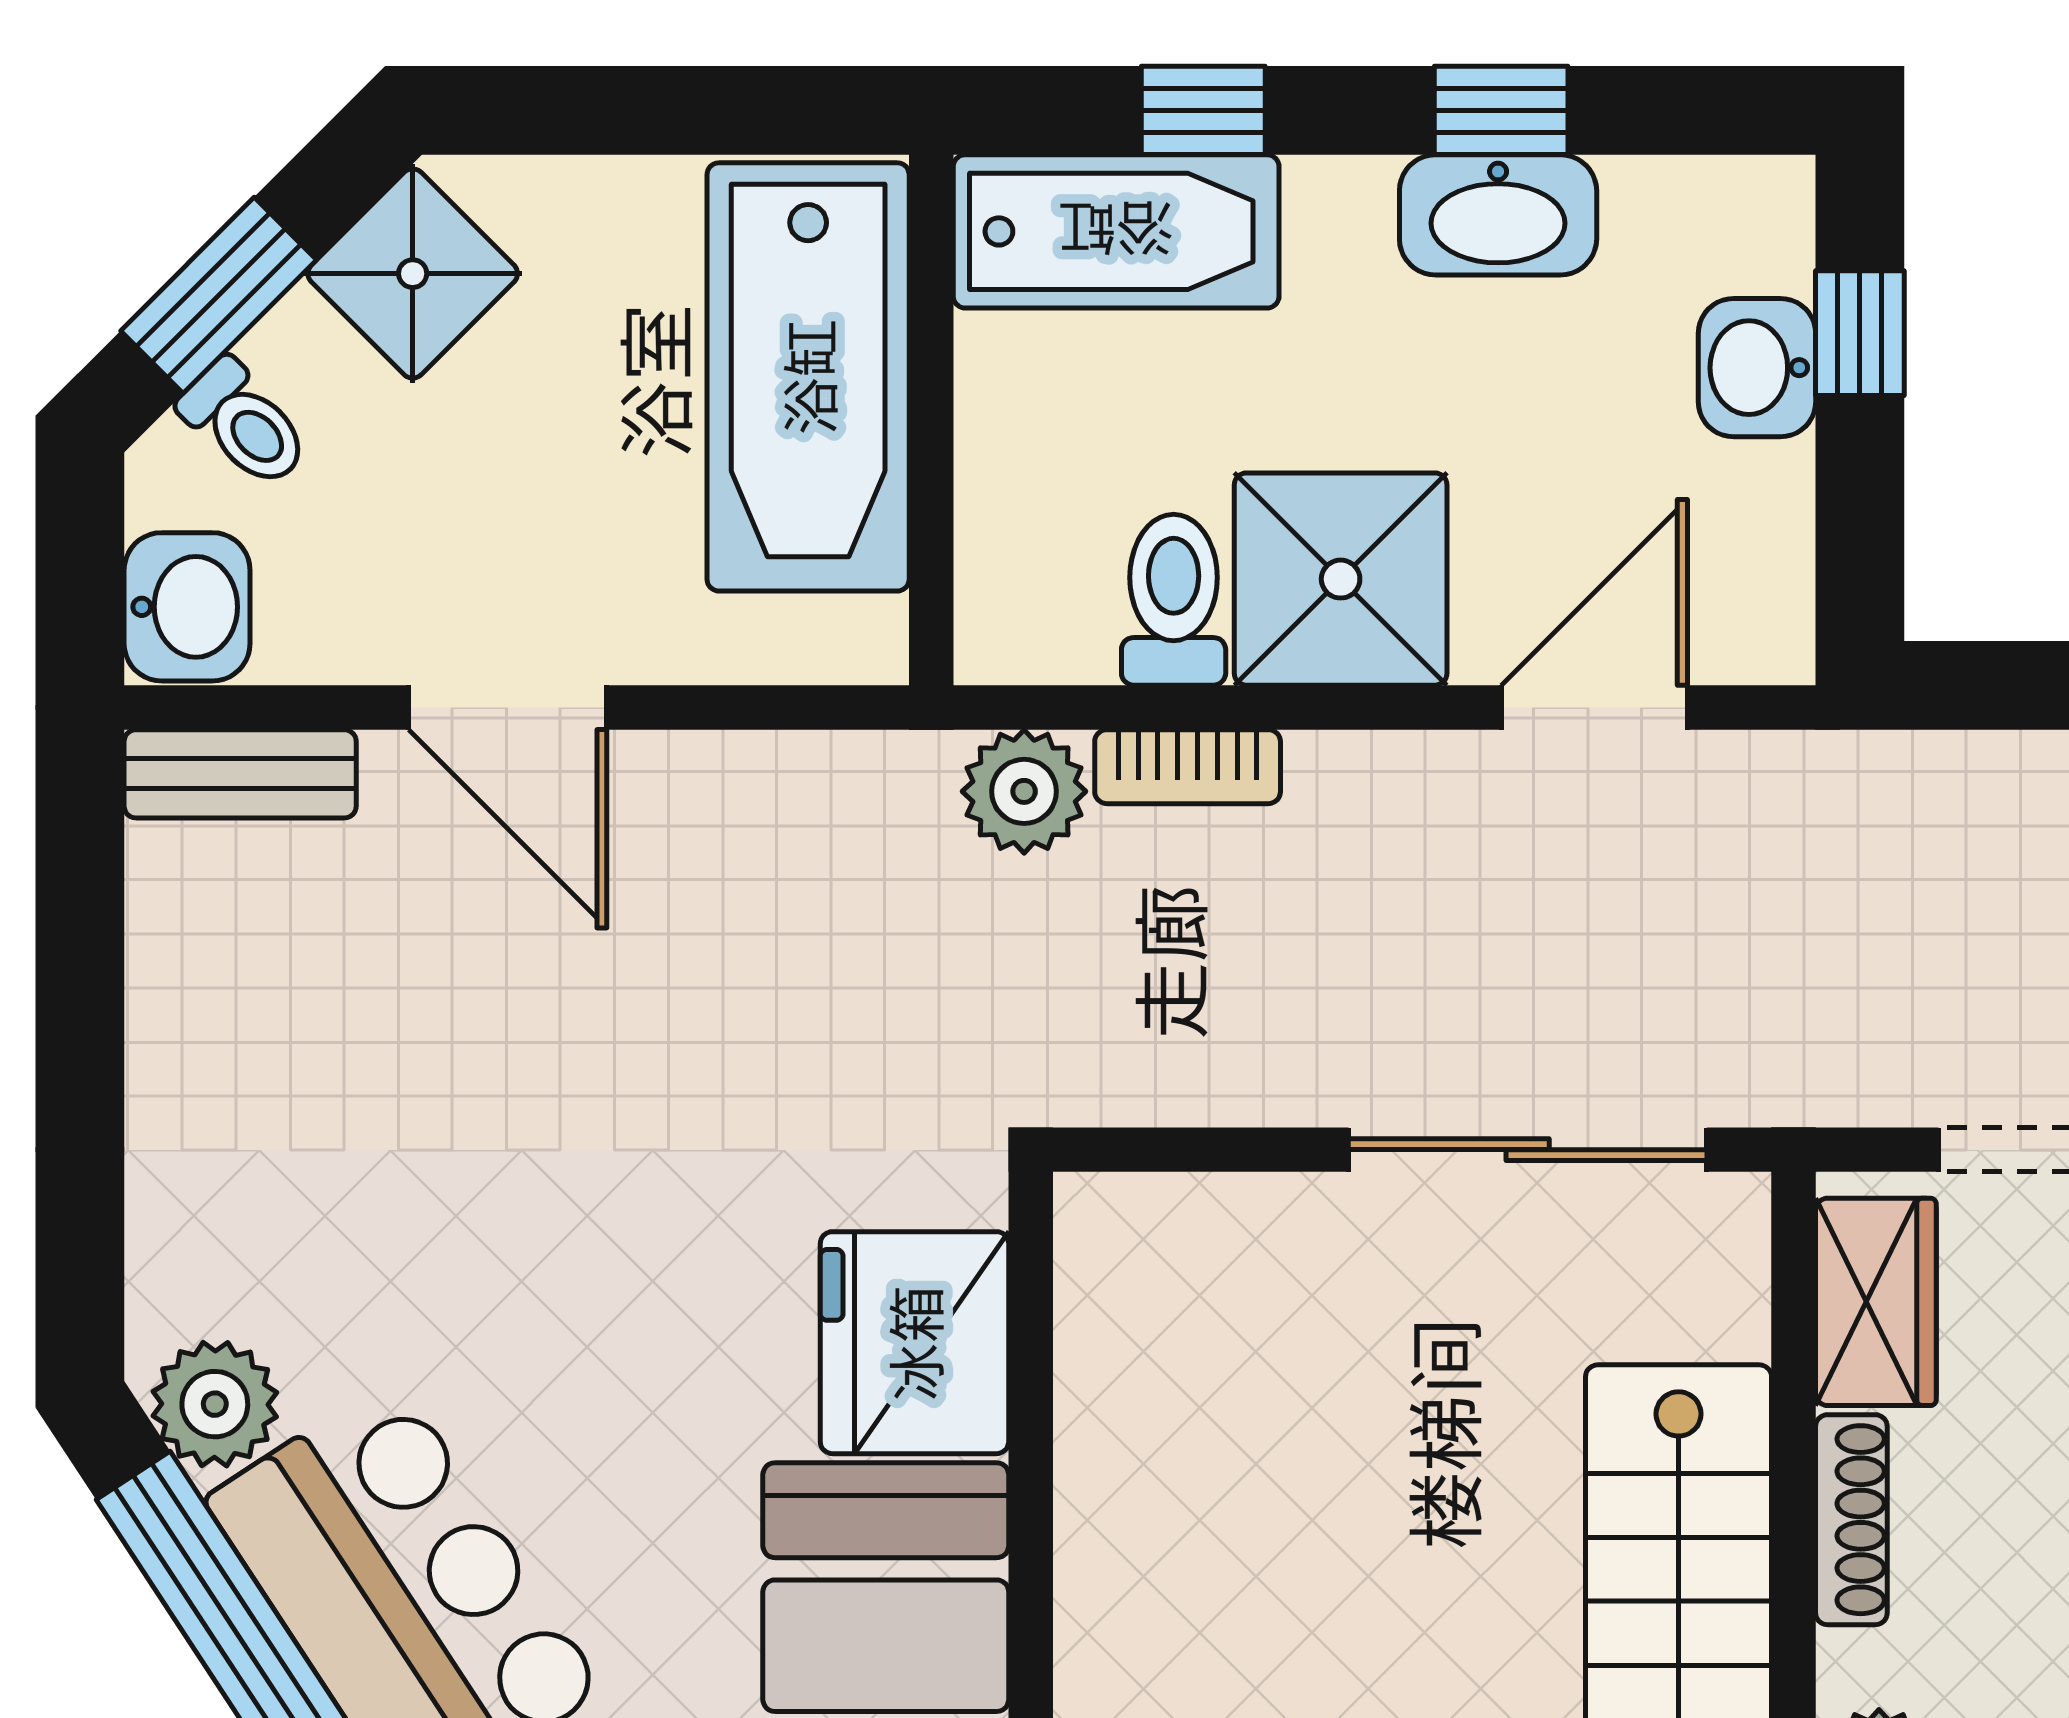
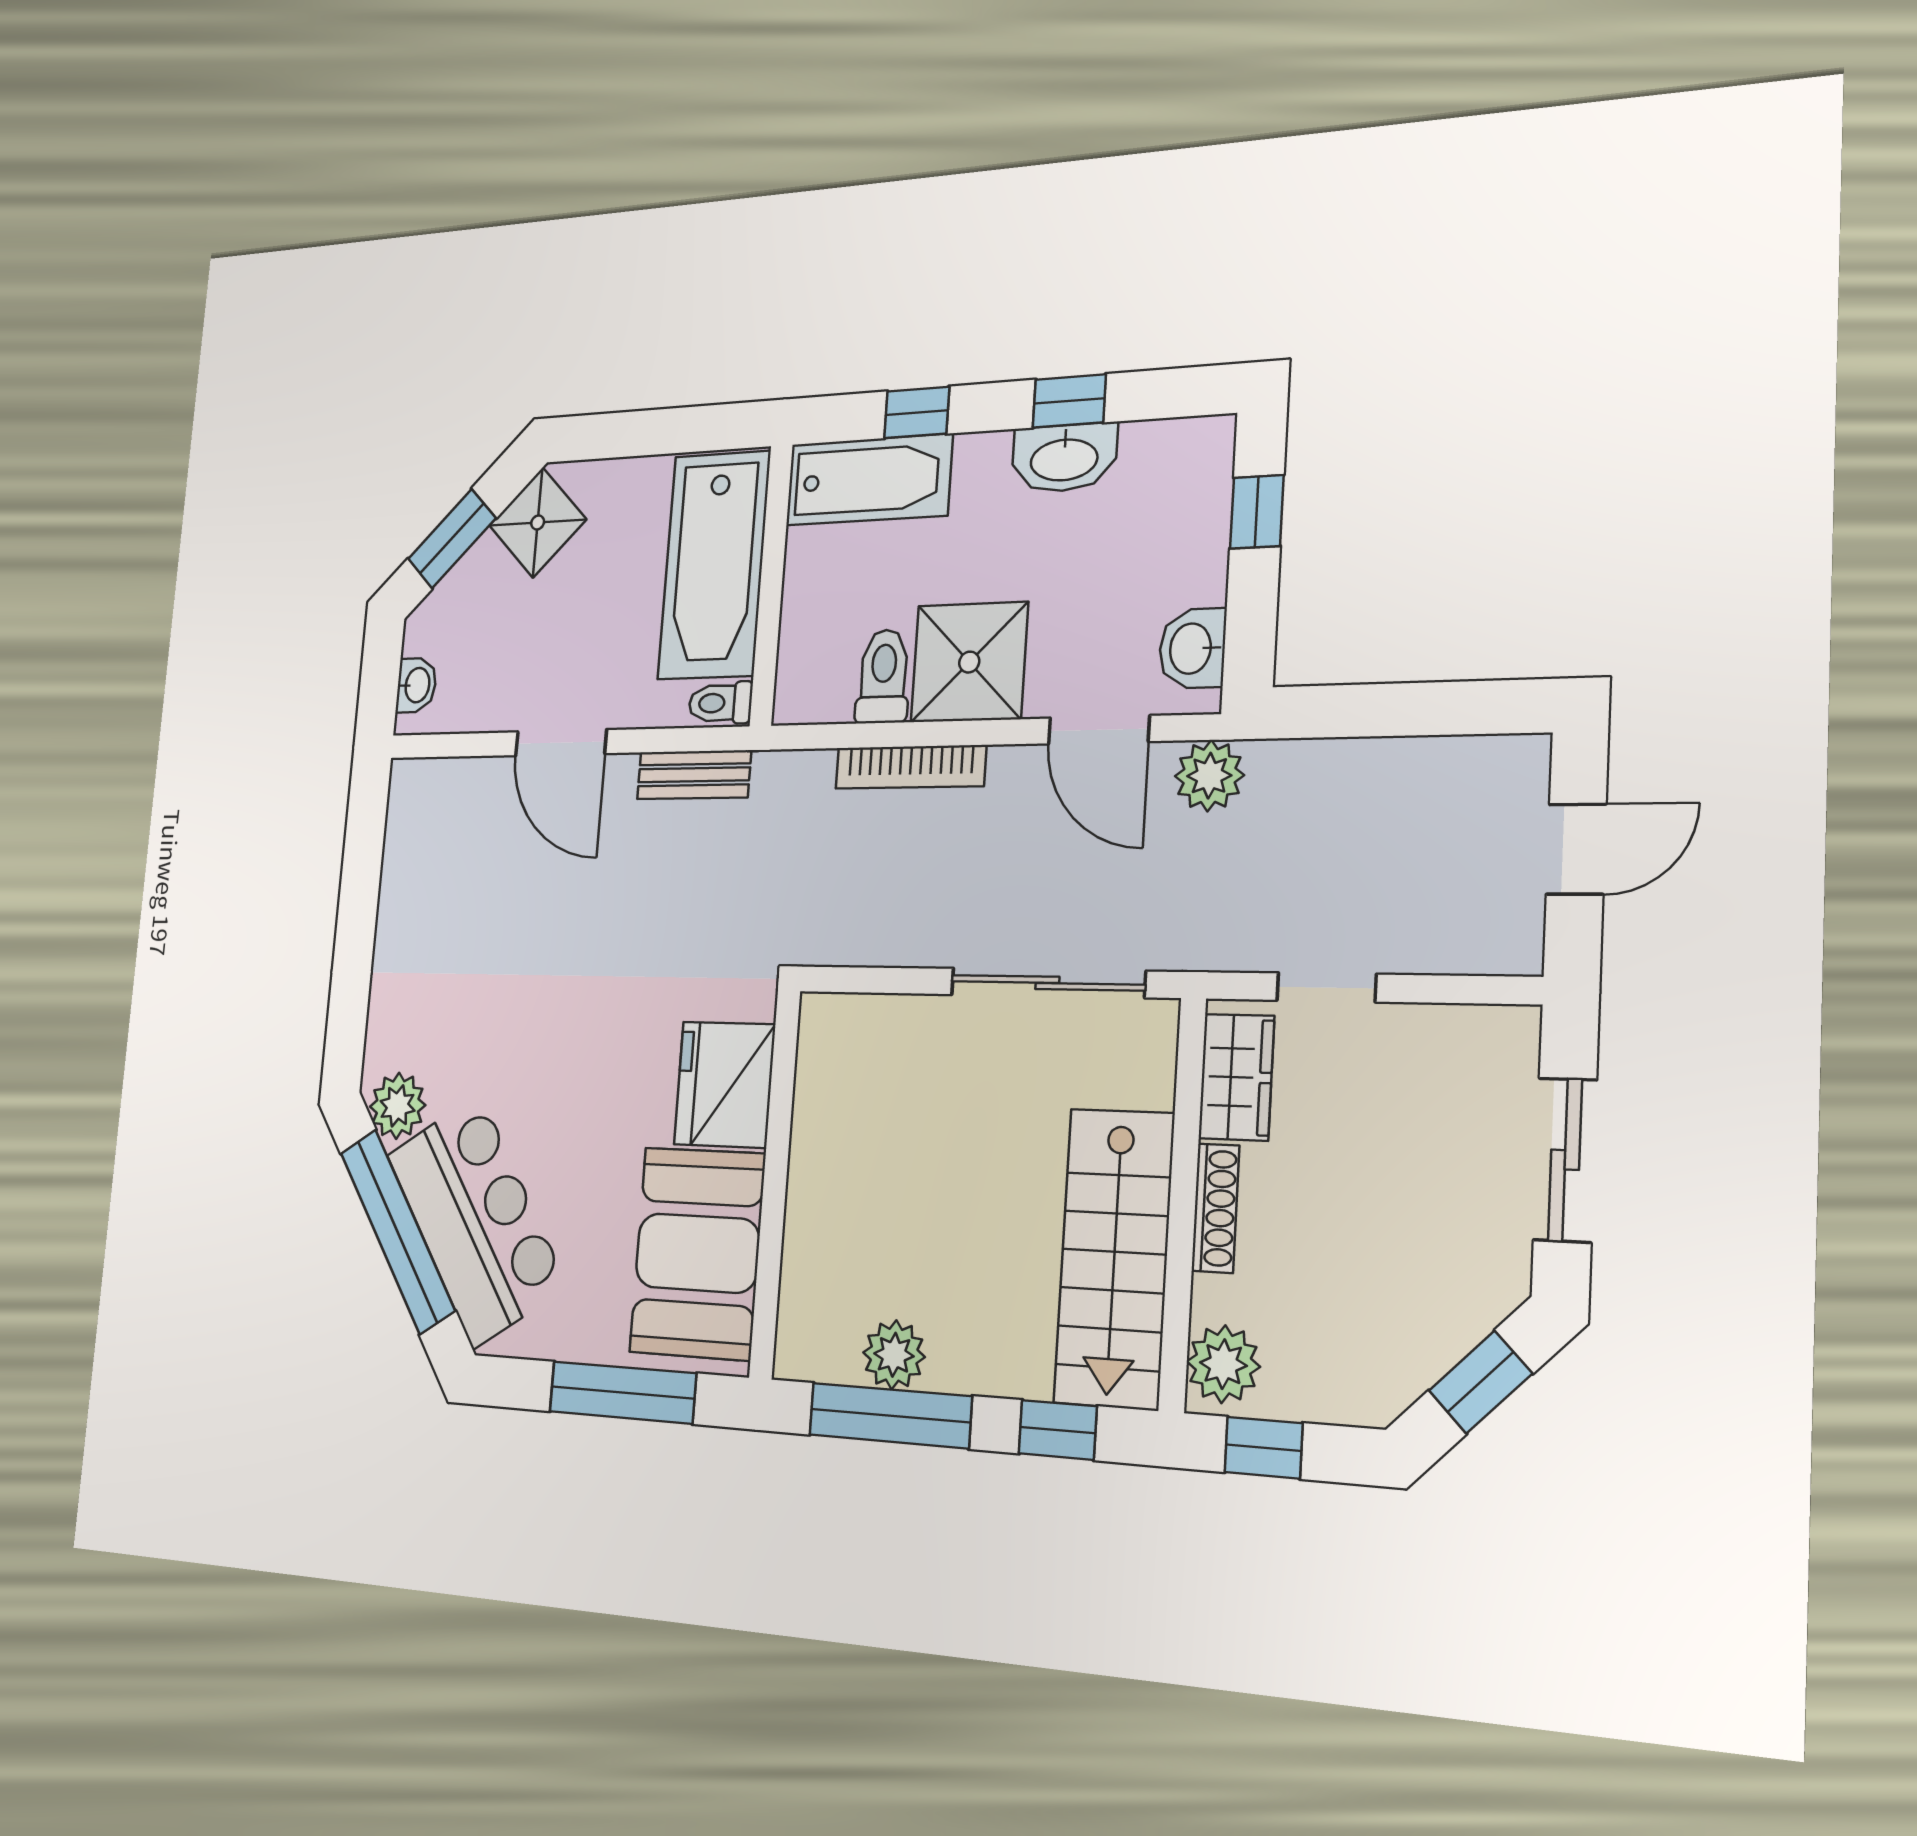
washbasin: (1757, 368) -> (1192, 649), moved
toilet: (244, 424) -> (720, 703), moved, turned 135
washbasin: (187, 607) -> (416, 685), width x0.72, depth x0.69
door: (1594, 707) -> (1099, 730), swing flipped
bookcase: (1188, 767) -> (910, 767), width x1.56
bench: (240, 774) -> (694, 775), moved
plant: (1024, 791) -> (1209, 776), moved

